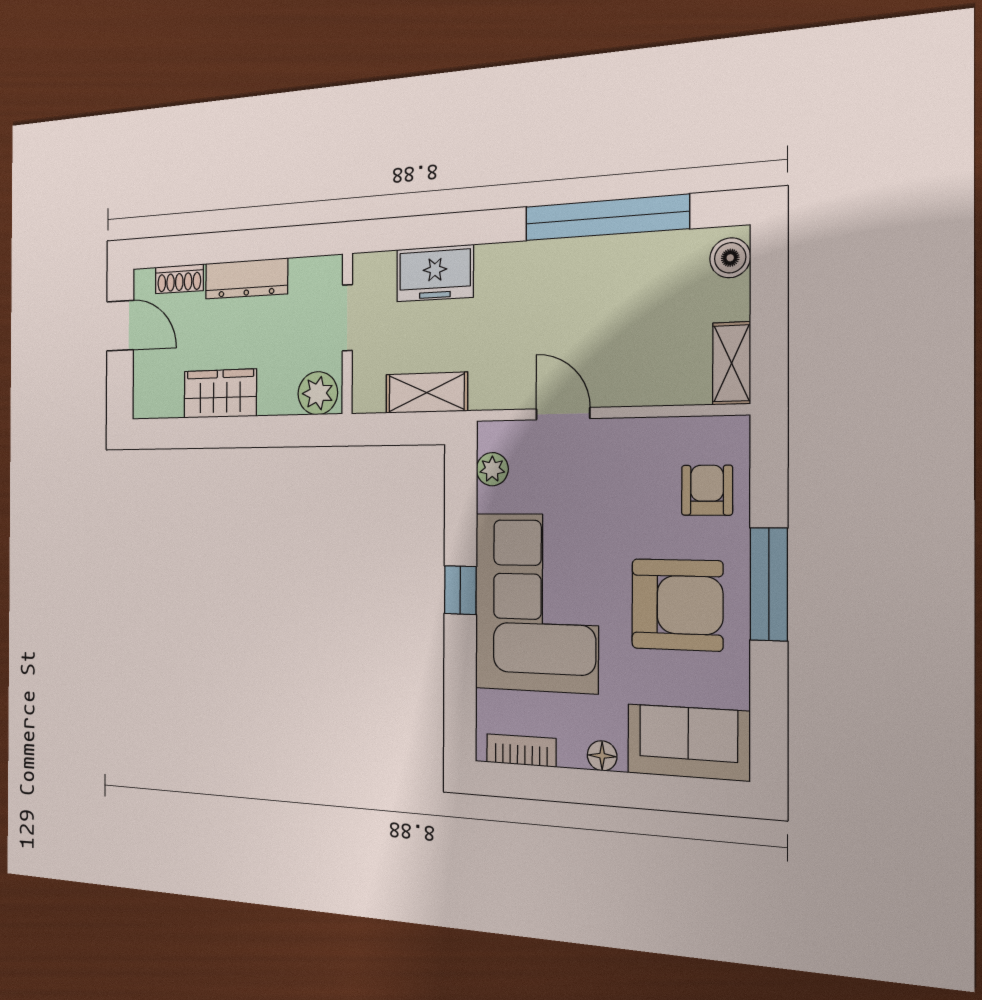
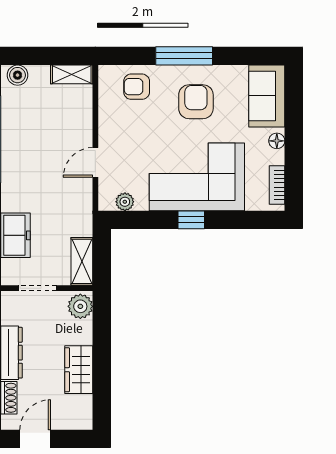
shelving: (427, 393) -> (82, 261), moved
armchair: (677, 605) -> (196, 102), width x0.73, depth x0.73

